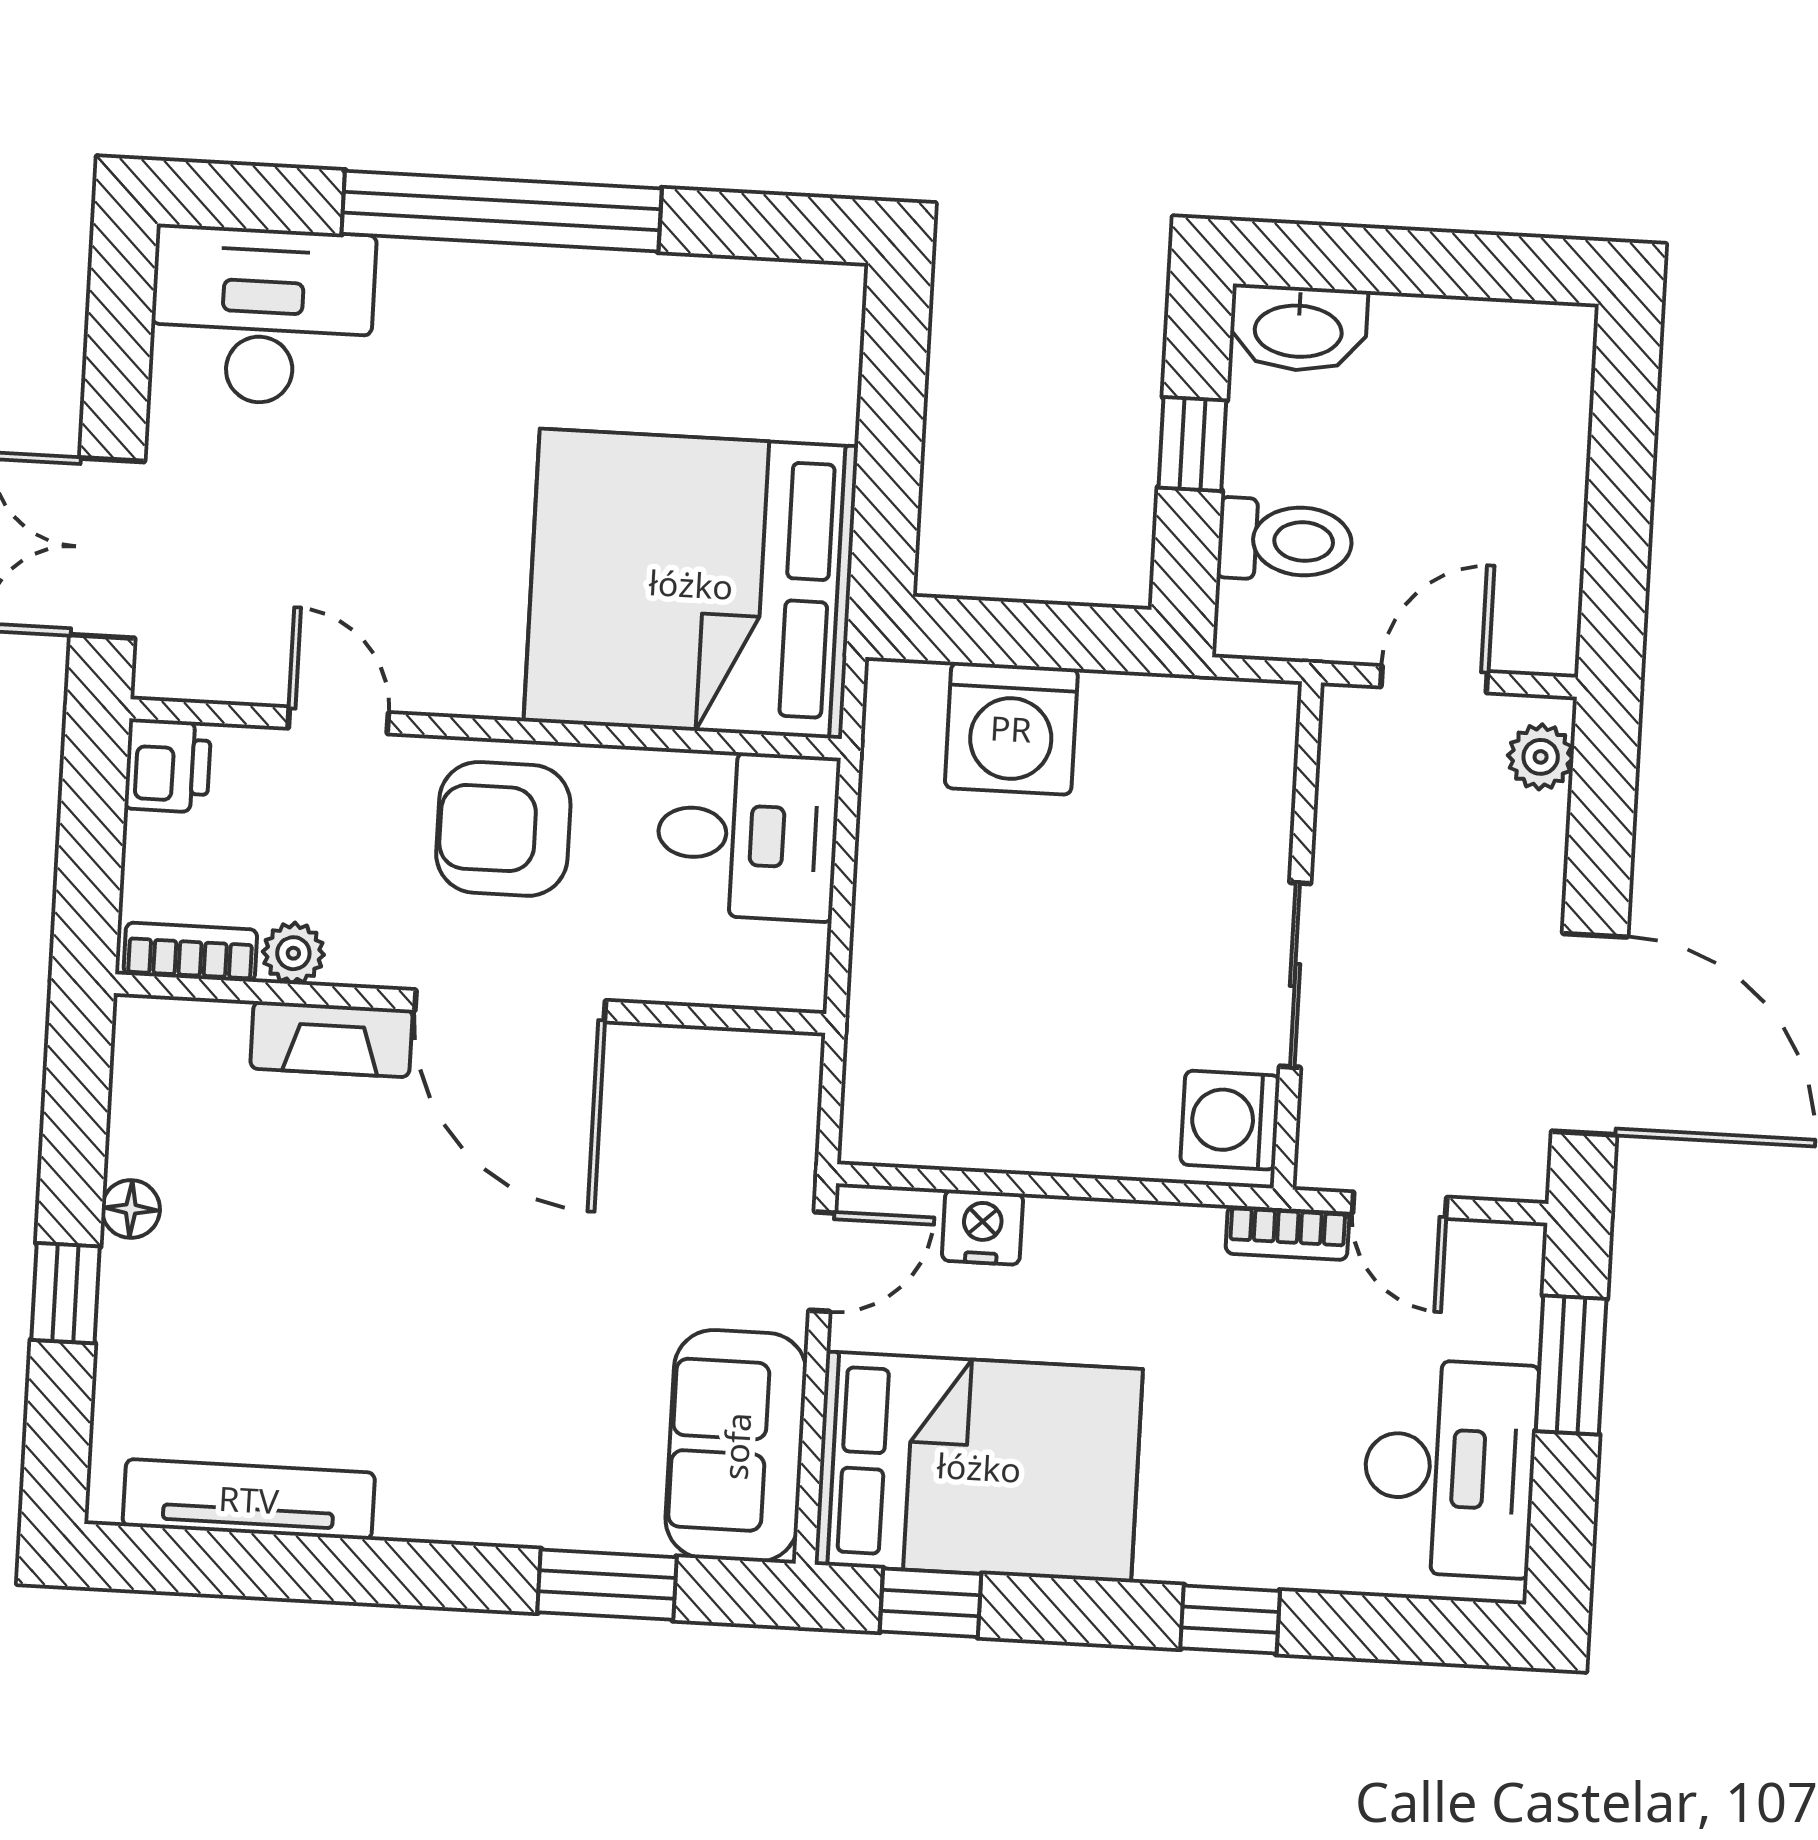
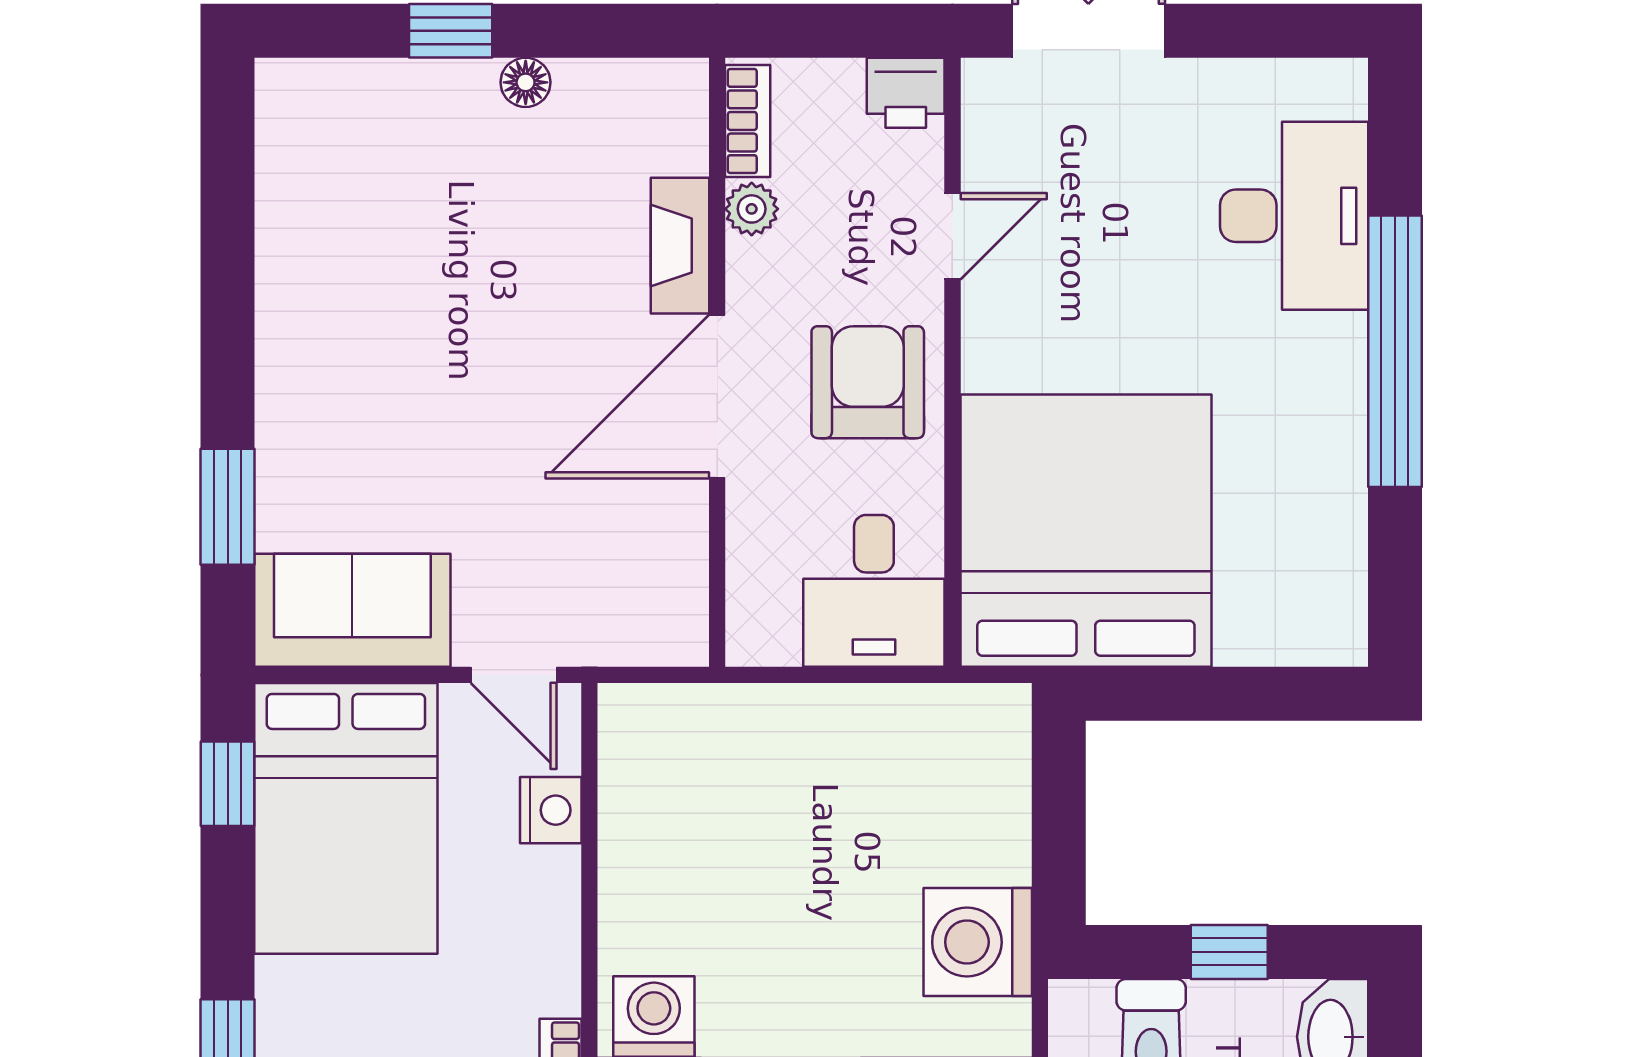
desk: (262, 316) -> (1294, 216), moved
washing machine: (1011, 728) -> (978, 942), moved
tv unit: (249, 1499) -> (283, 197), removed

